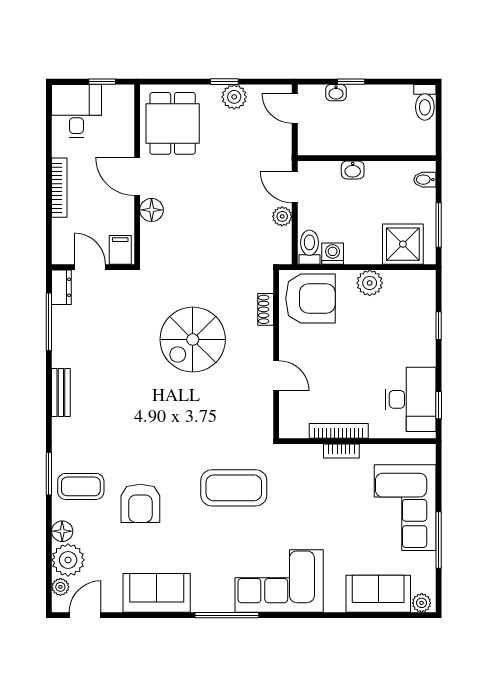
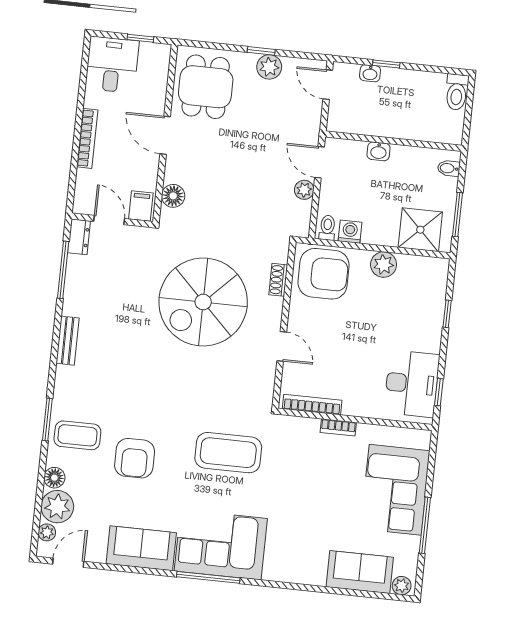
floor lamp: (152, 210) -> (173, 196), moved
toilet: (309, 247) -> (327, 228), width x0.73, depth x0.72
spiral stairs: (193, 340) -> (203, 302), width x1.37, depth x1.37
bookcase: (339, 431) -> (312, 405), moved
corner sofa: (279, 581) -> (221, 545), moved

